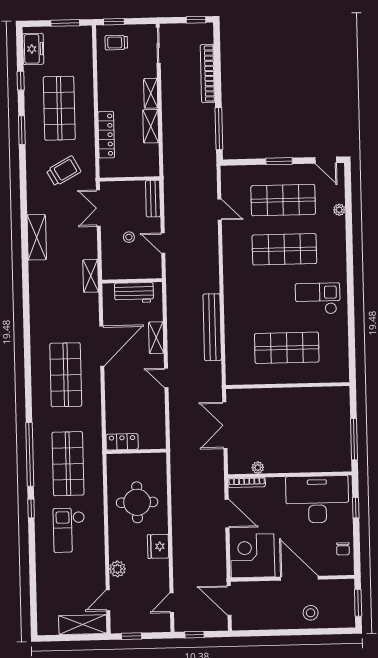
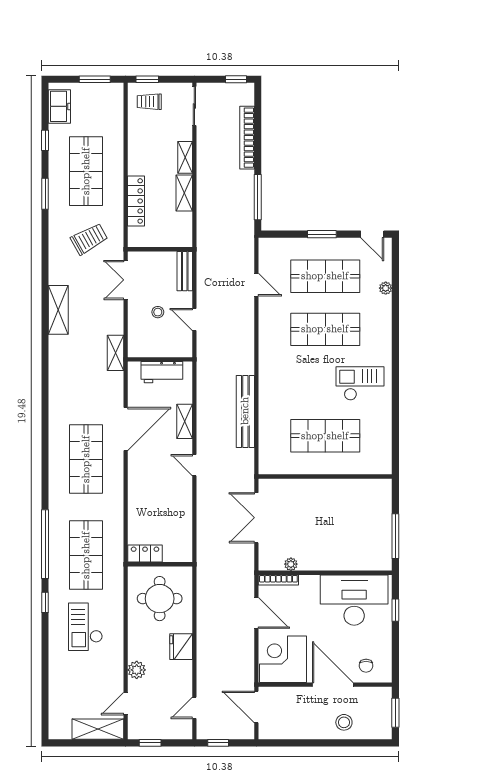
locker: (122, 442) -> (145, 554), moved
wall: (136, 451) -> (160, 564), moved
chair: (343, 549) -> (366, 666), moved

